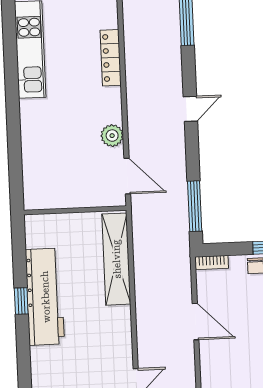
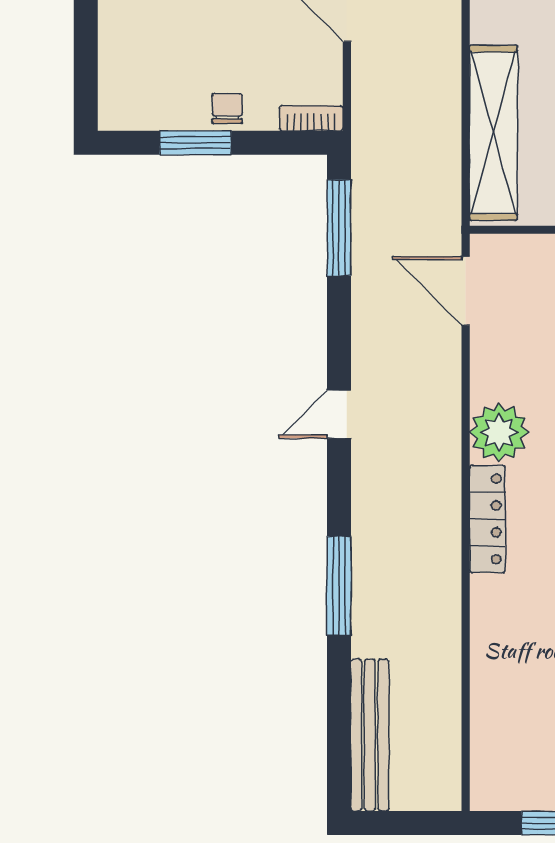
plant: (112, 136) -> (499, 432), moved, width x1.36, depth x1.36

